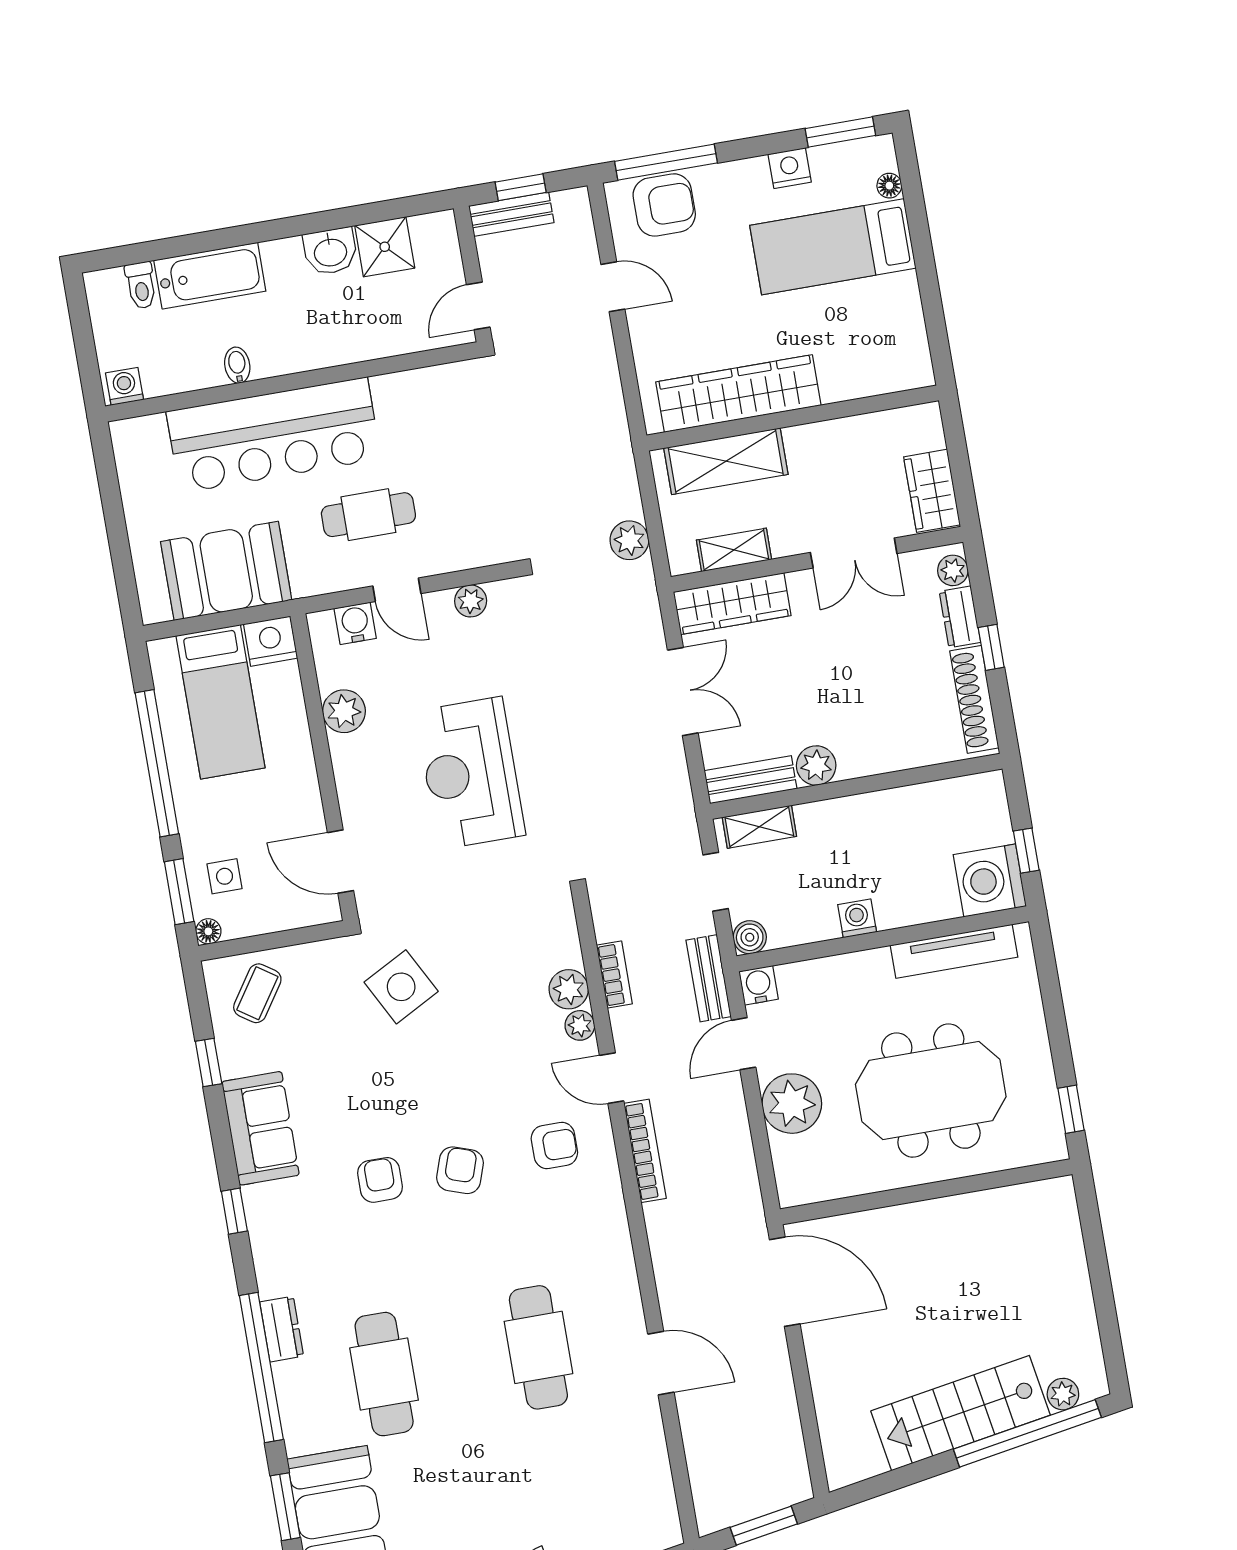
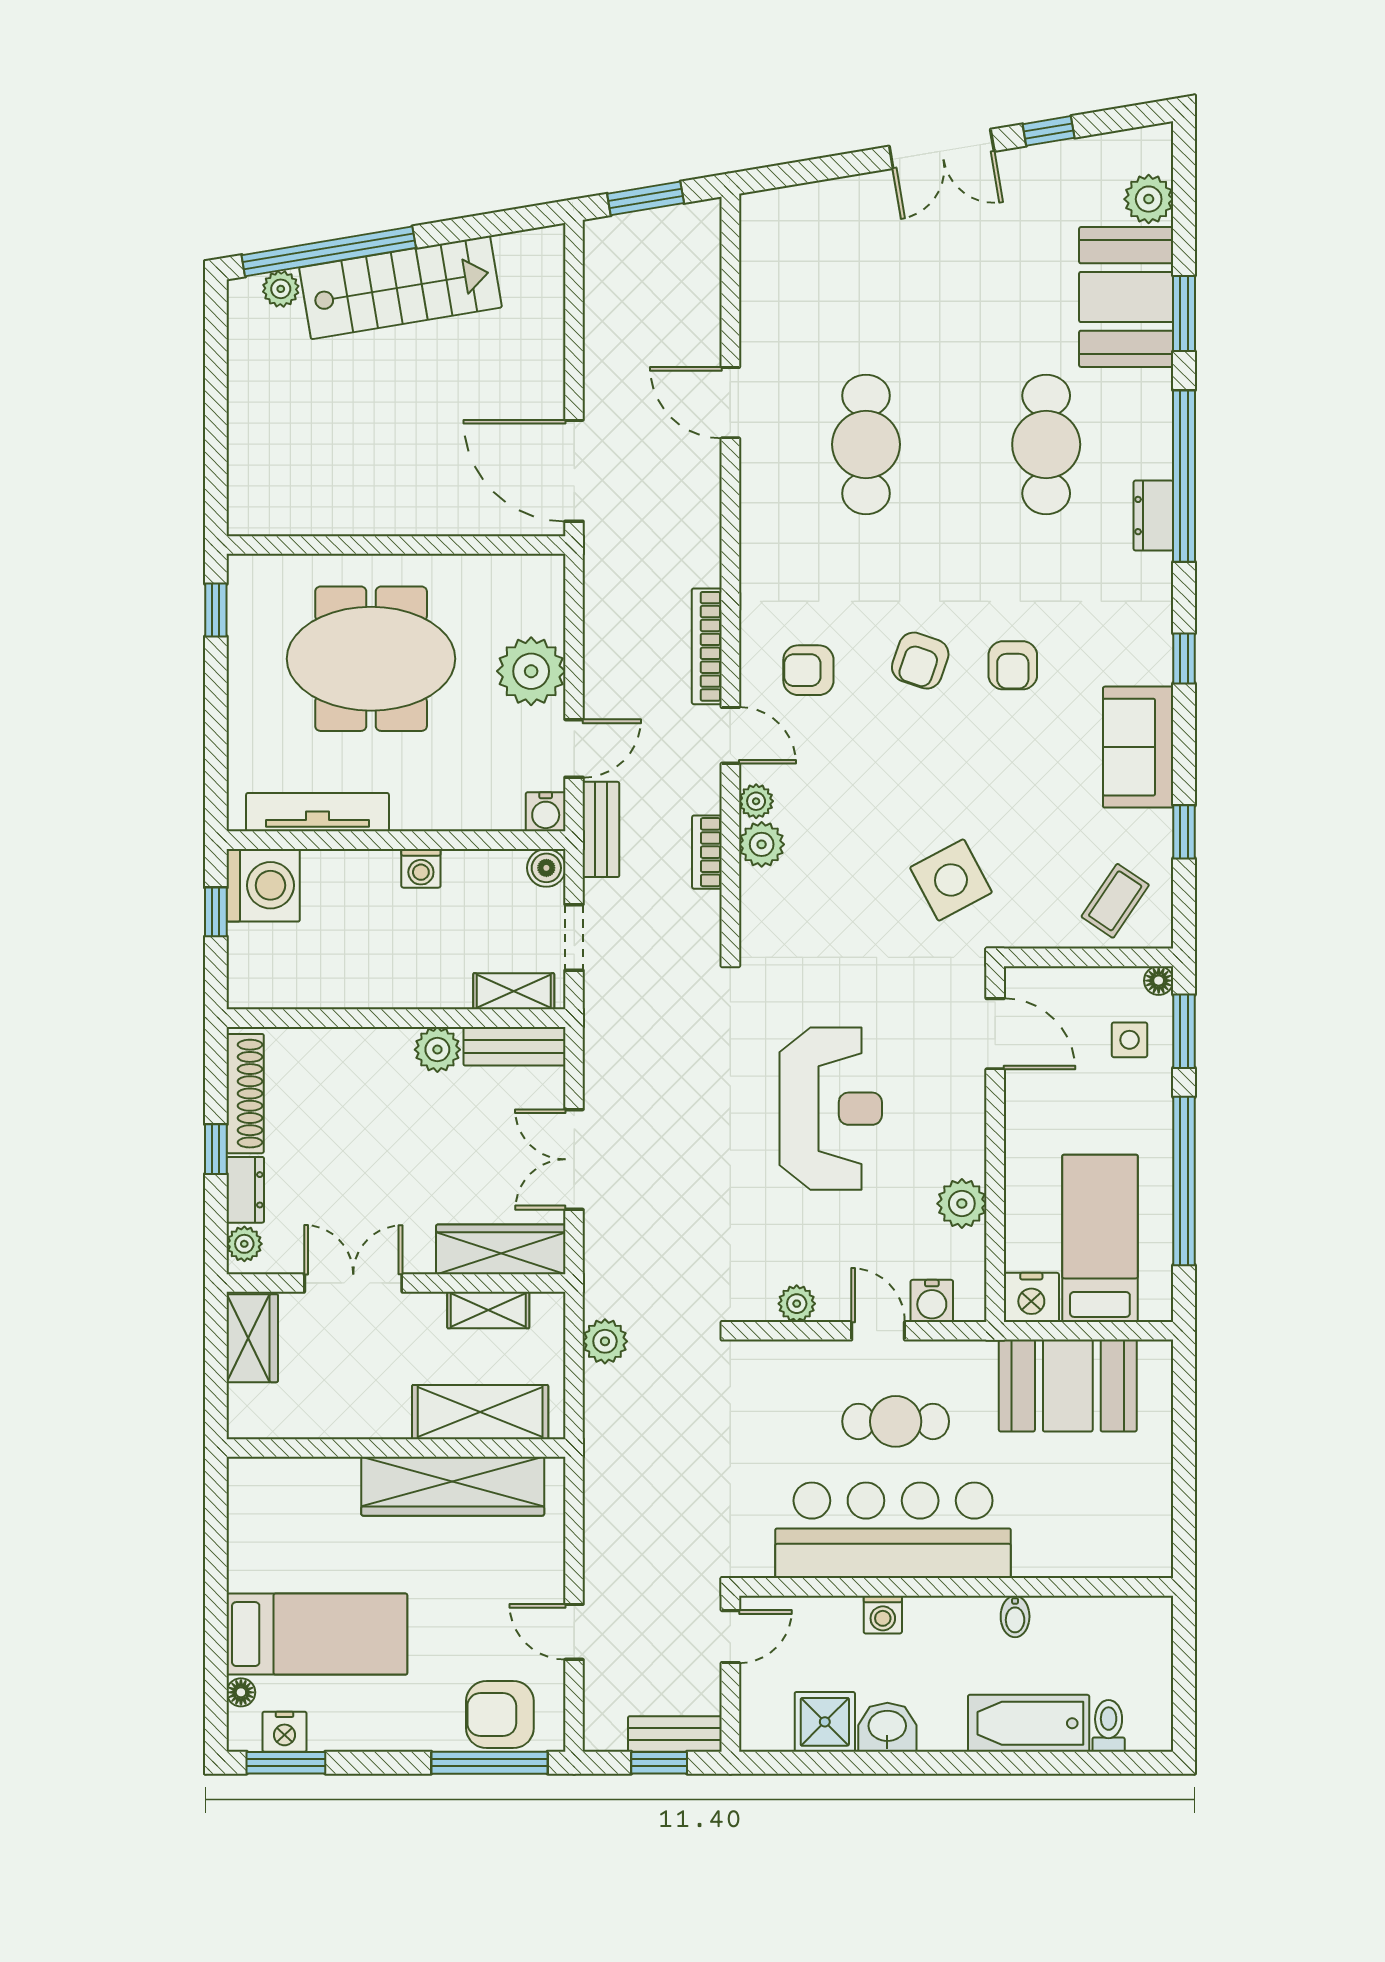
nightstand: (790, 168) -> (284, 1732), moved
washing machine: (125, 386) -> (883, 1615), moved
bar counter: (274, 435) -> (893, 1530), moved

